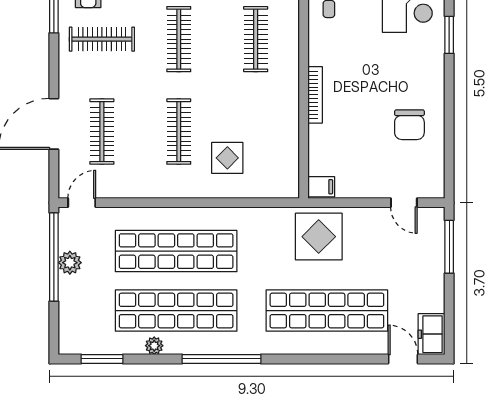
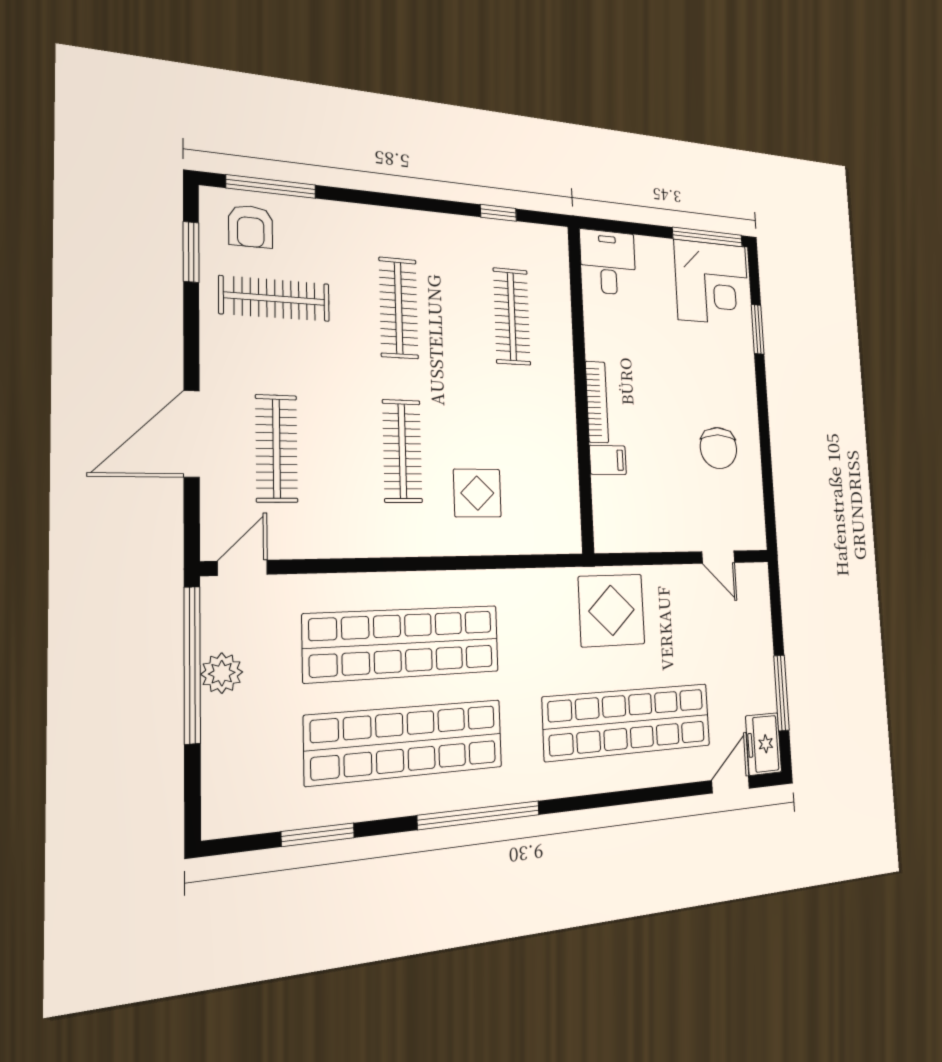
filing cabinet: (321, 187) -> (608, 460), moved
window: (449, 247) -> (781, 693), moved
plant: (154, 346) -> (371, 805), removed
window: (102, 359) -> (318, 835), moved
door: (403, 359) -> (731, 784), hinge flipped

